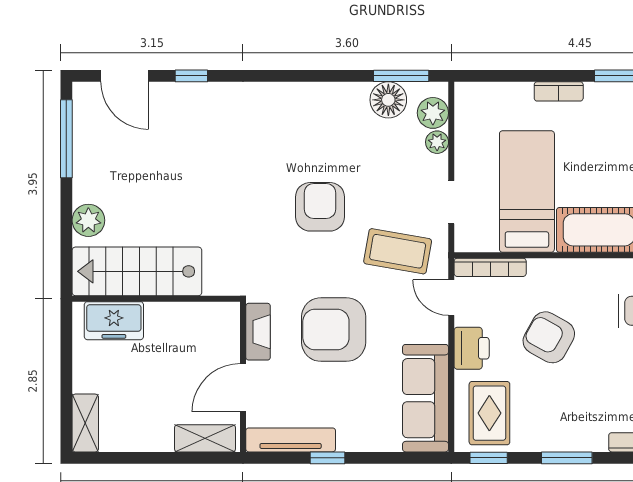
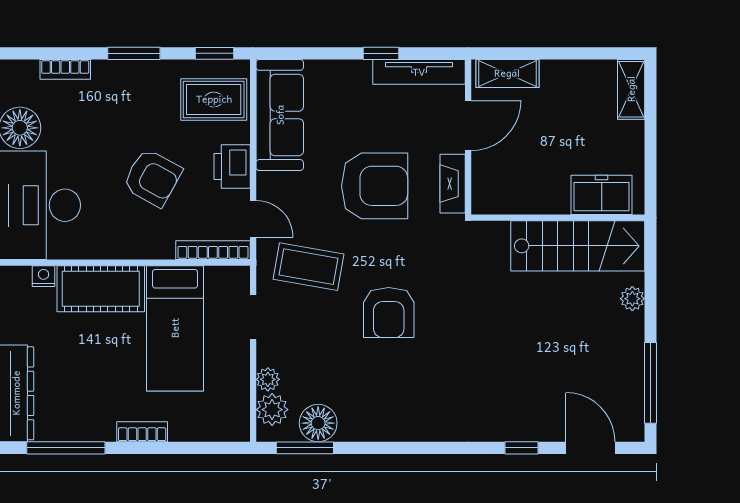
plant: (88, 220) -> (632, 299), width x0.73, depth x0.73
rug: (489, 413) -> (214, 99), turned 90

